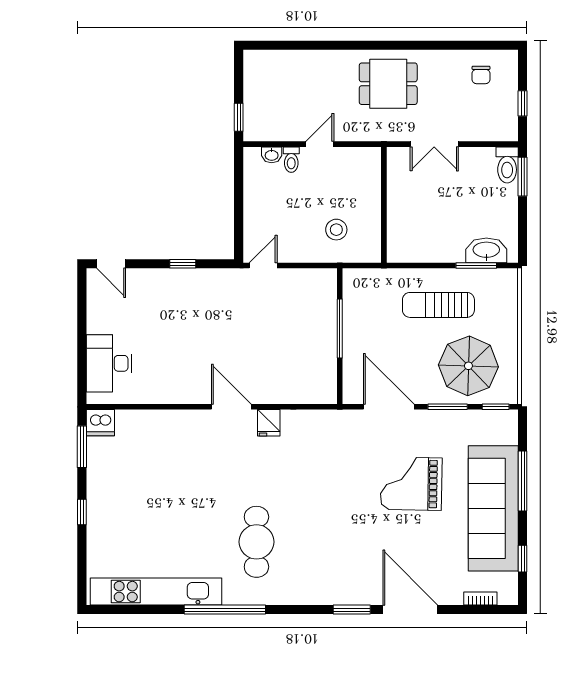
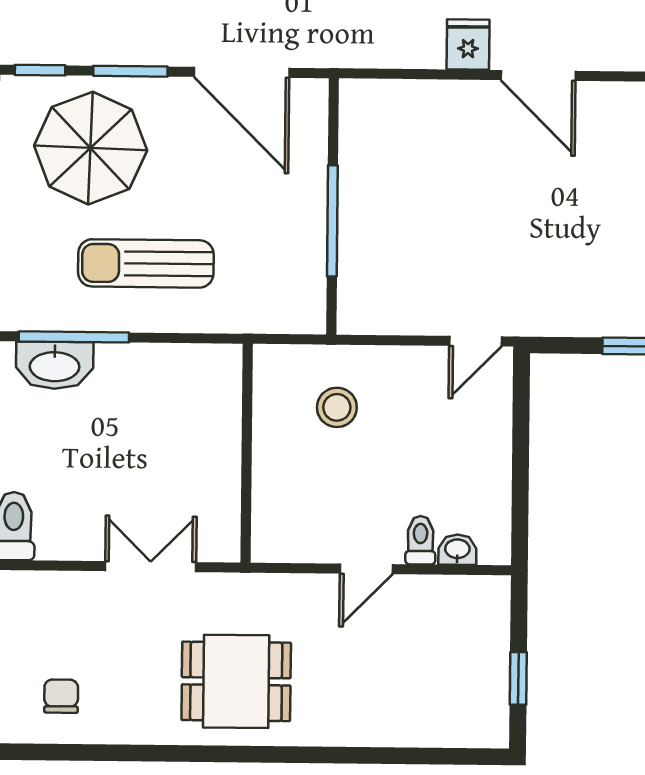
window: (239, 117) -> (518, 678), moved
window: (476, 266) -> (74, 337), width x1.44
sun lounger: (438, 305) -> (146, 263), turned 180

